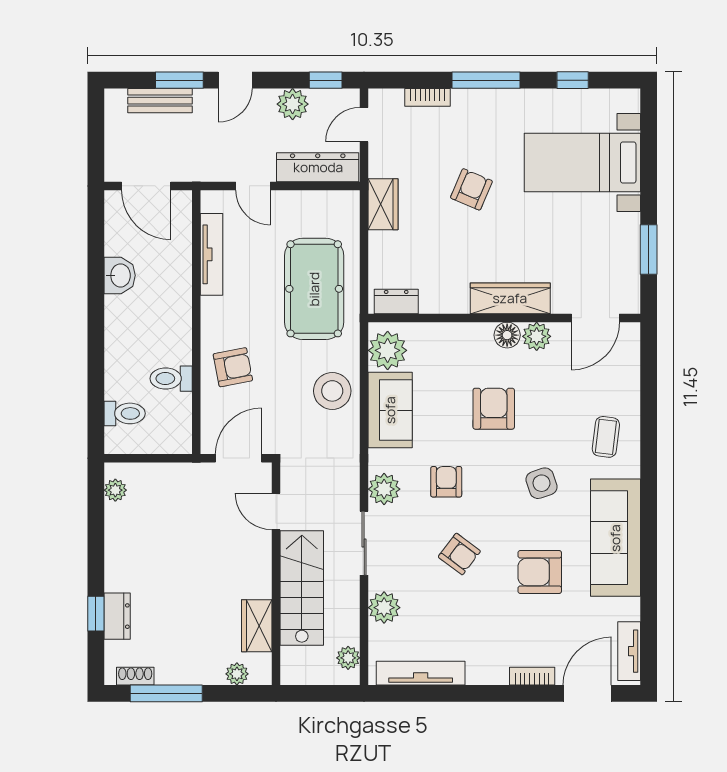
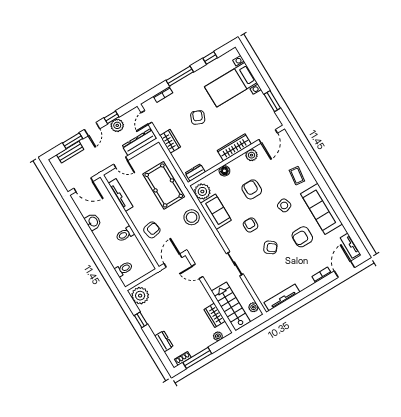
window: (326, 80) -> (111, 117), moved
floor lamp: (507, 335) -> (224, 171), moved
toilet: (171, 379) -> (125, 234), moved
plant: (384, 489) -> (230, 241), removed
plant: (115, 490) -> (140, 296), width x1.88, depth x1.88
stairs: (302, 588) -> (231, 306), moved
plant: (384, 608) -> (255, 282), removed
window: (96, 614) -> (141, 320), moved

